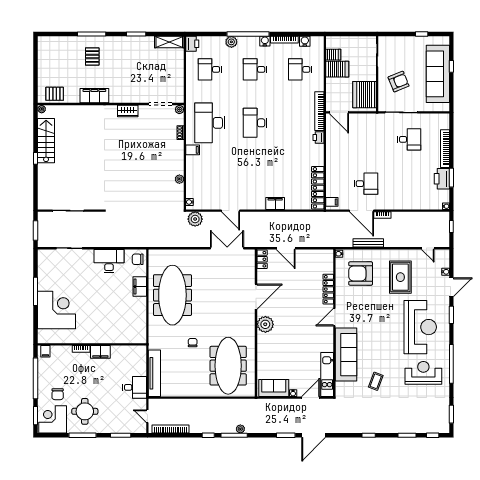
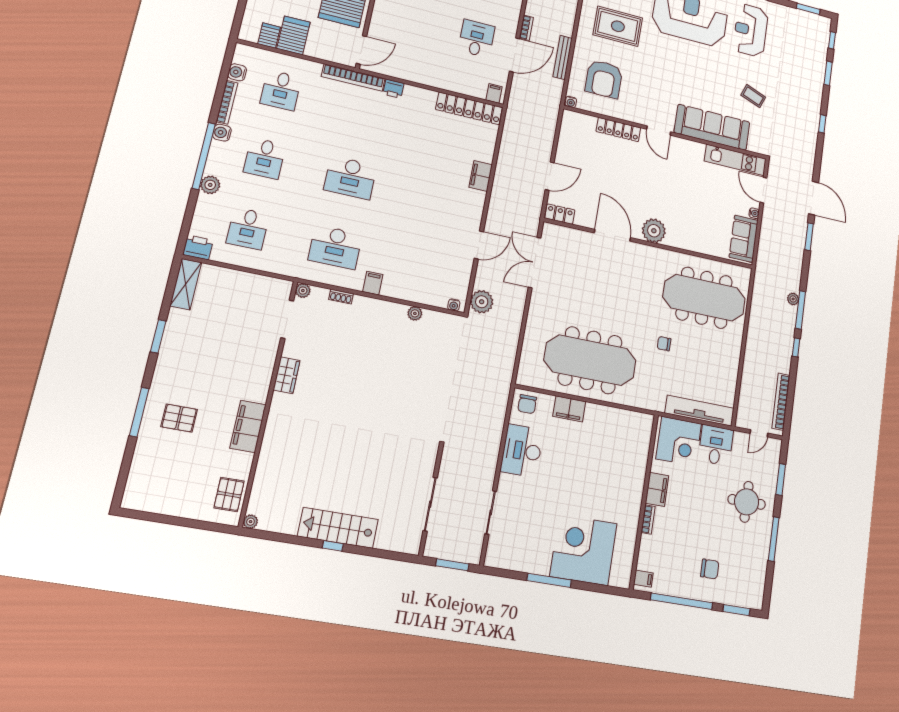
desk: (210, 123) -> (335, 247), width x0.73, depth x0.77
stairs: (46, 141) -> (338, 528), moved
round table: (85, 411) -> (747, 502), moved
corner desk: (53, 419) -> (679, 441), moved, turned -90

